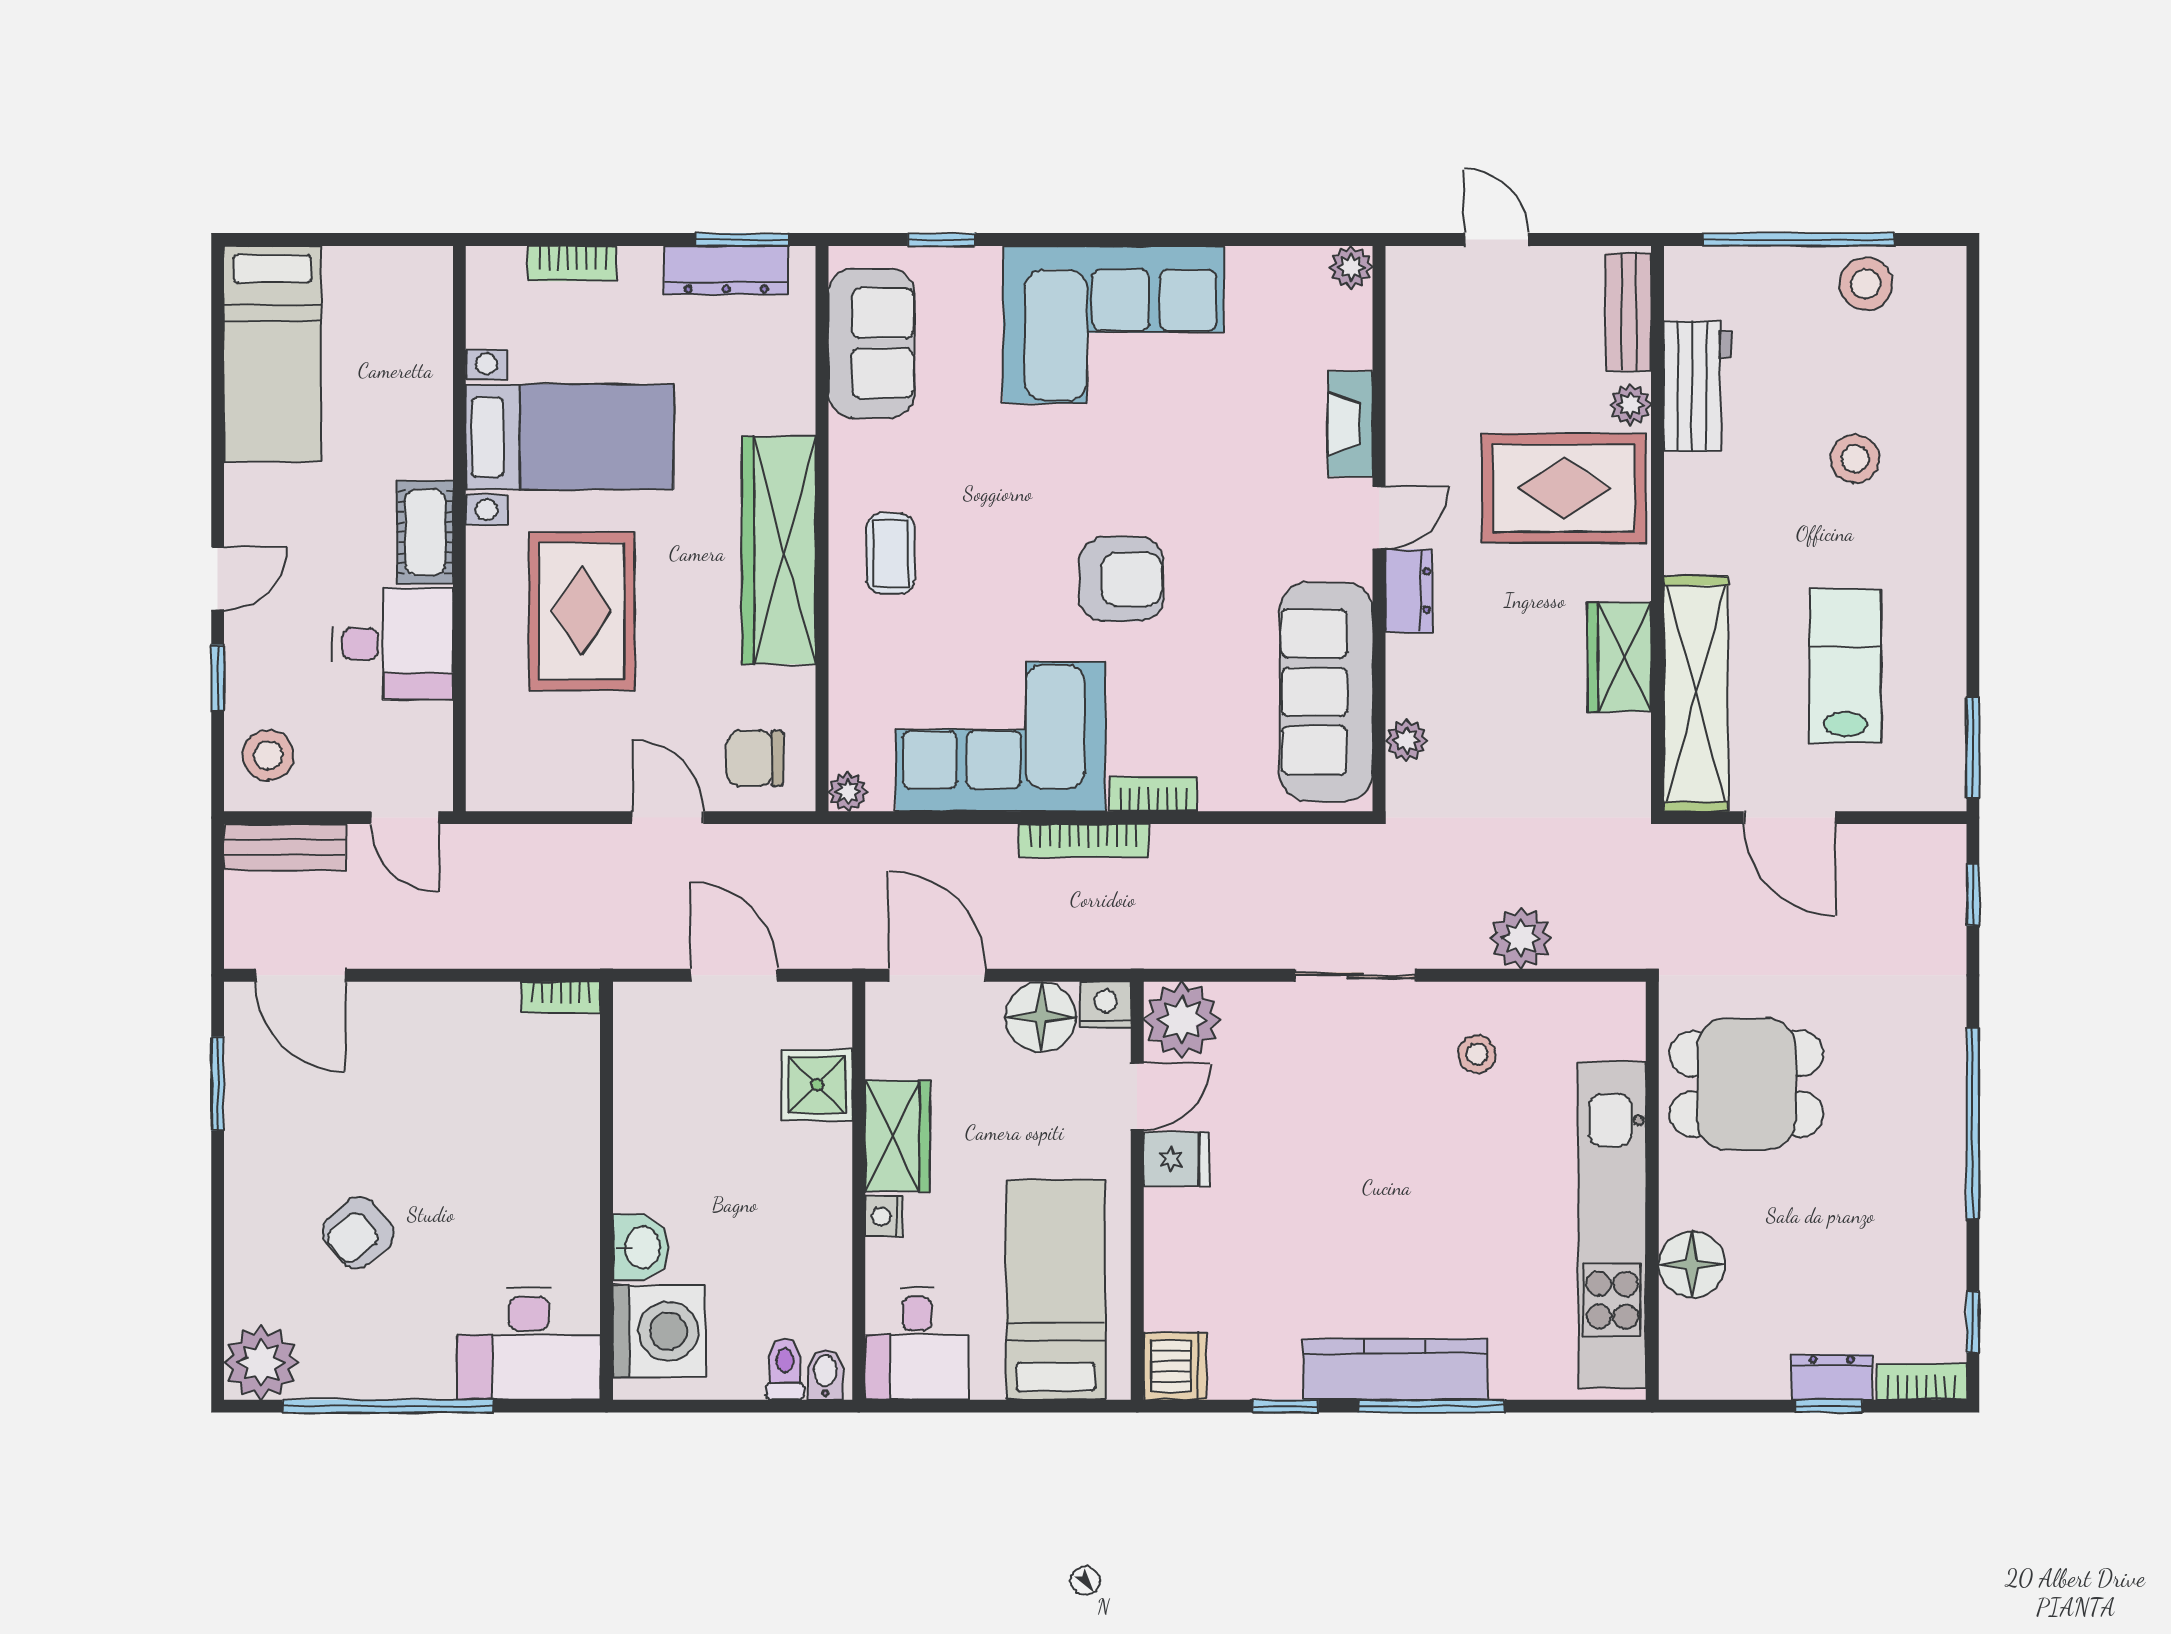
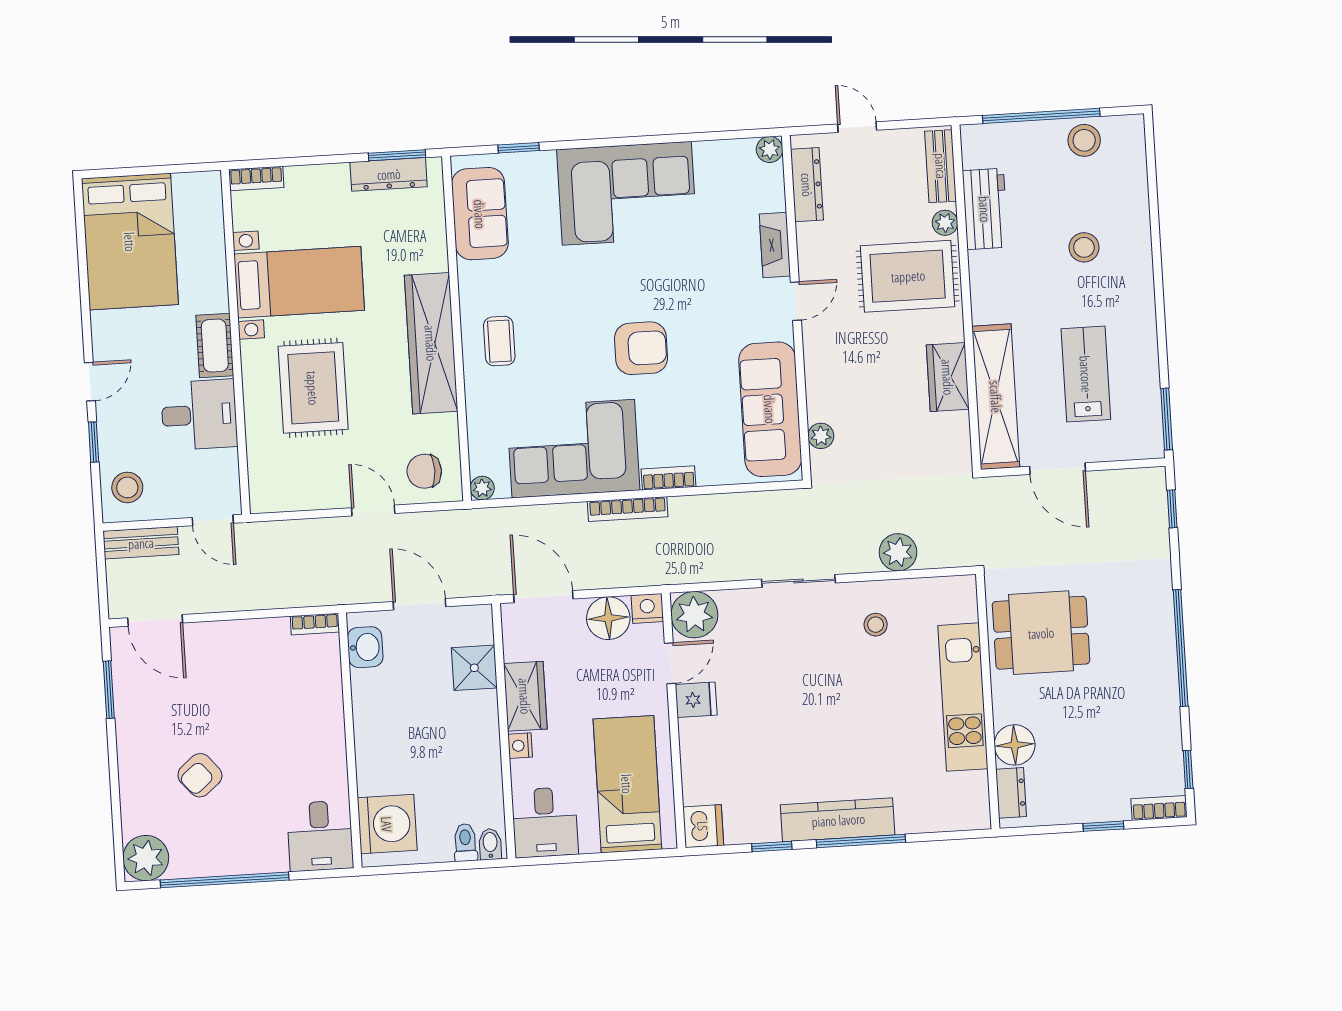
bookcase: (572, 263) -> (256, 178), moved
bed: (273, 354) -> (130, 242), width x1.50
dresser: (1409, 591) -> (807, 185), moved, width x1.44
kitchen unit: (1612, 1225) -> (963, 697), width x0.73
washbasin: (641, 1248) -> (365, 647), moved
desk: (529, 1344) -> (320, 836), width x0.73
dresser: (1832, 1377) -> (1011, 793), moved, turned 90

